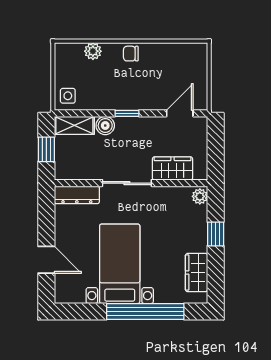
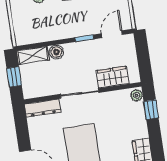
side table: (68, 96) -> (24, 34), removed
window: (127, 113) -> (84, 38), moved
window: (216, 234) -> (151, 110), moved

